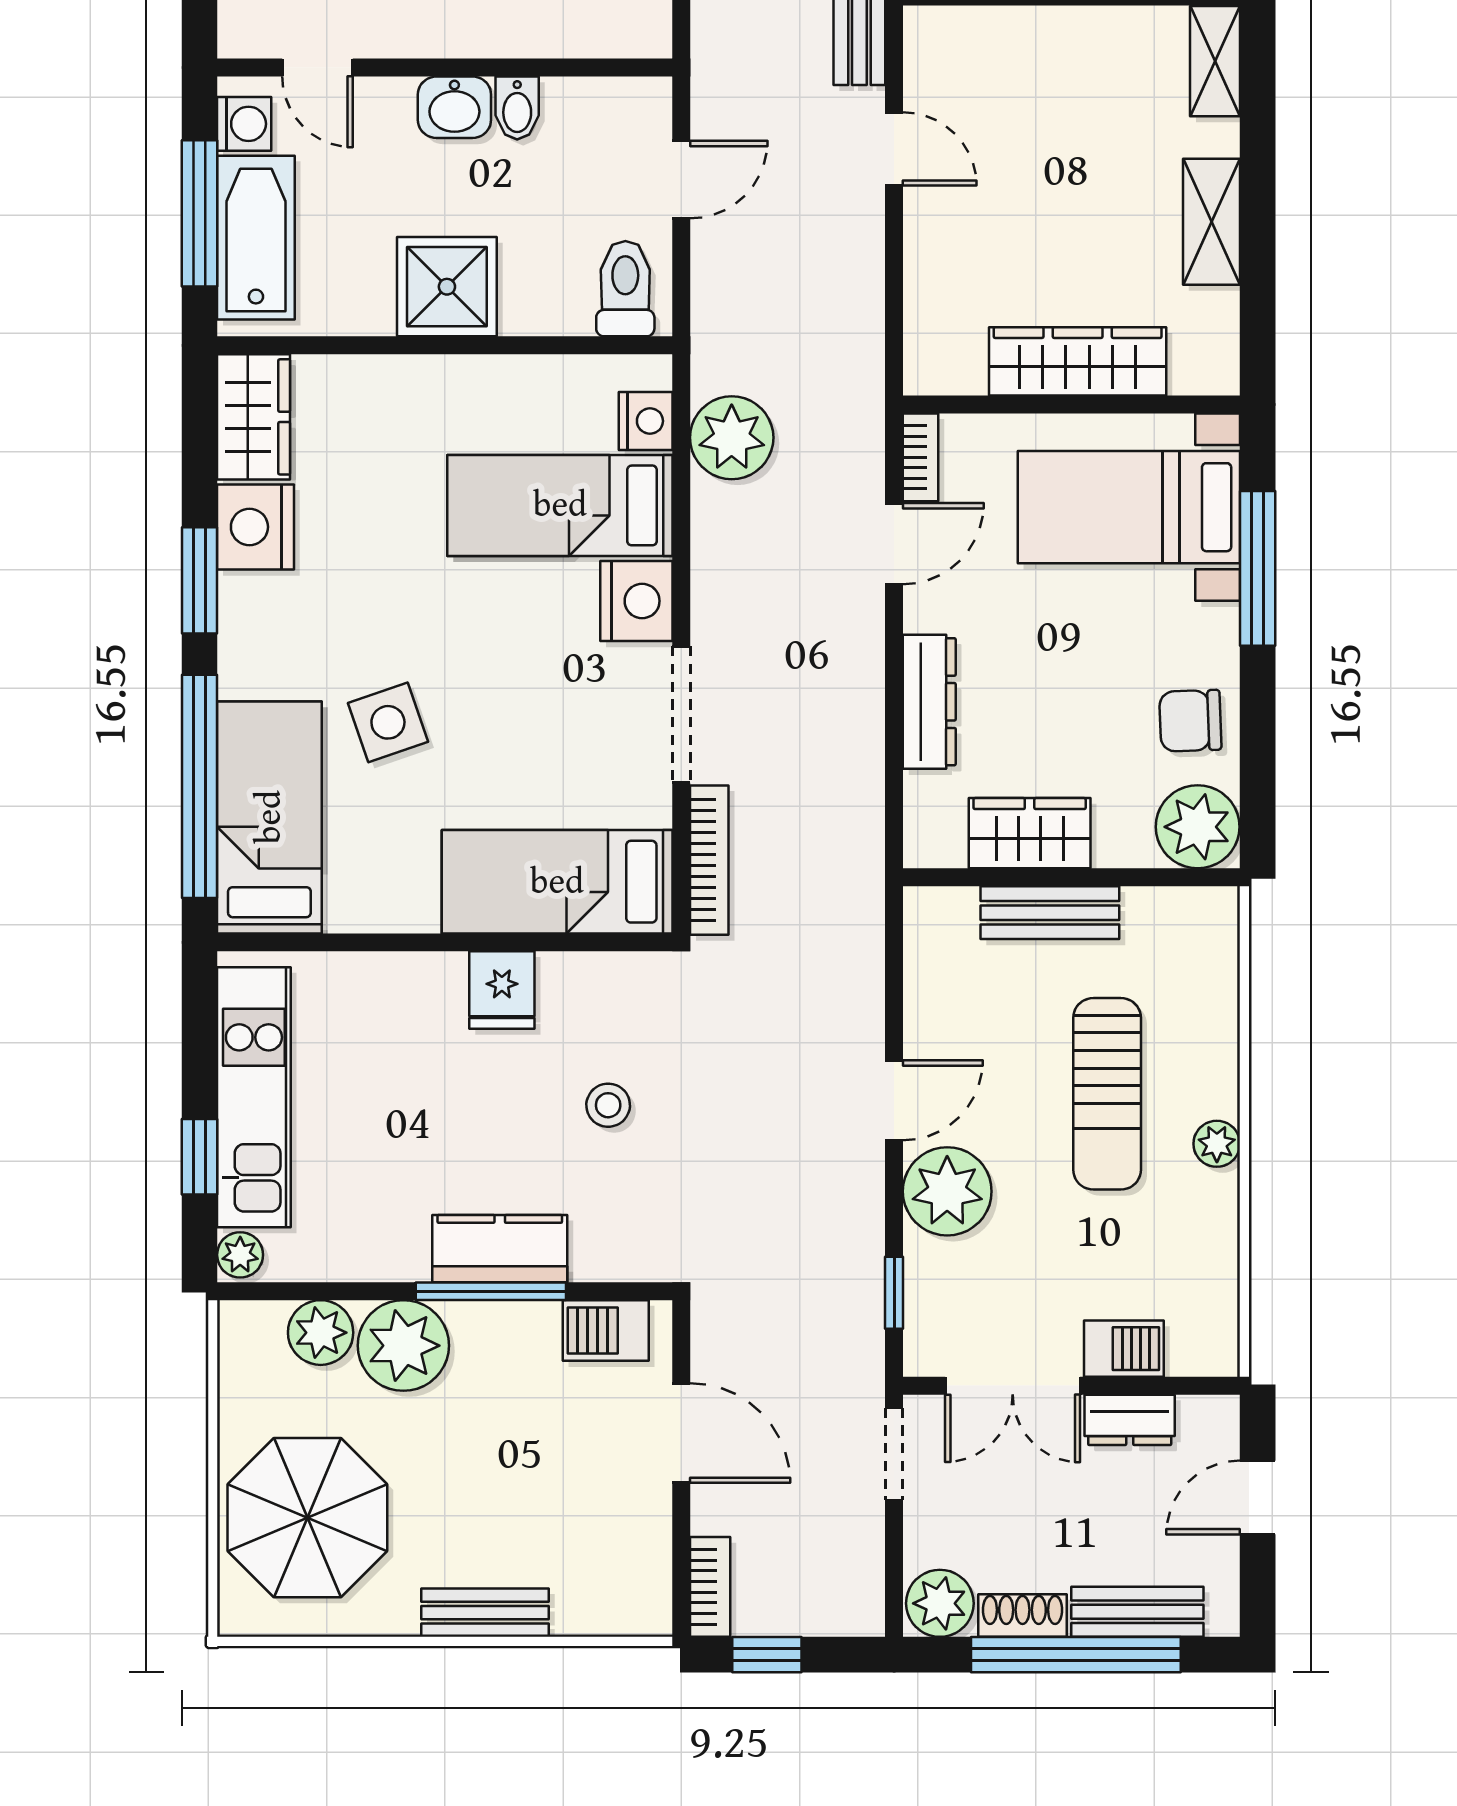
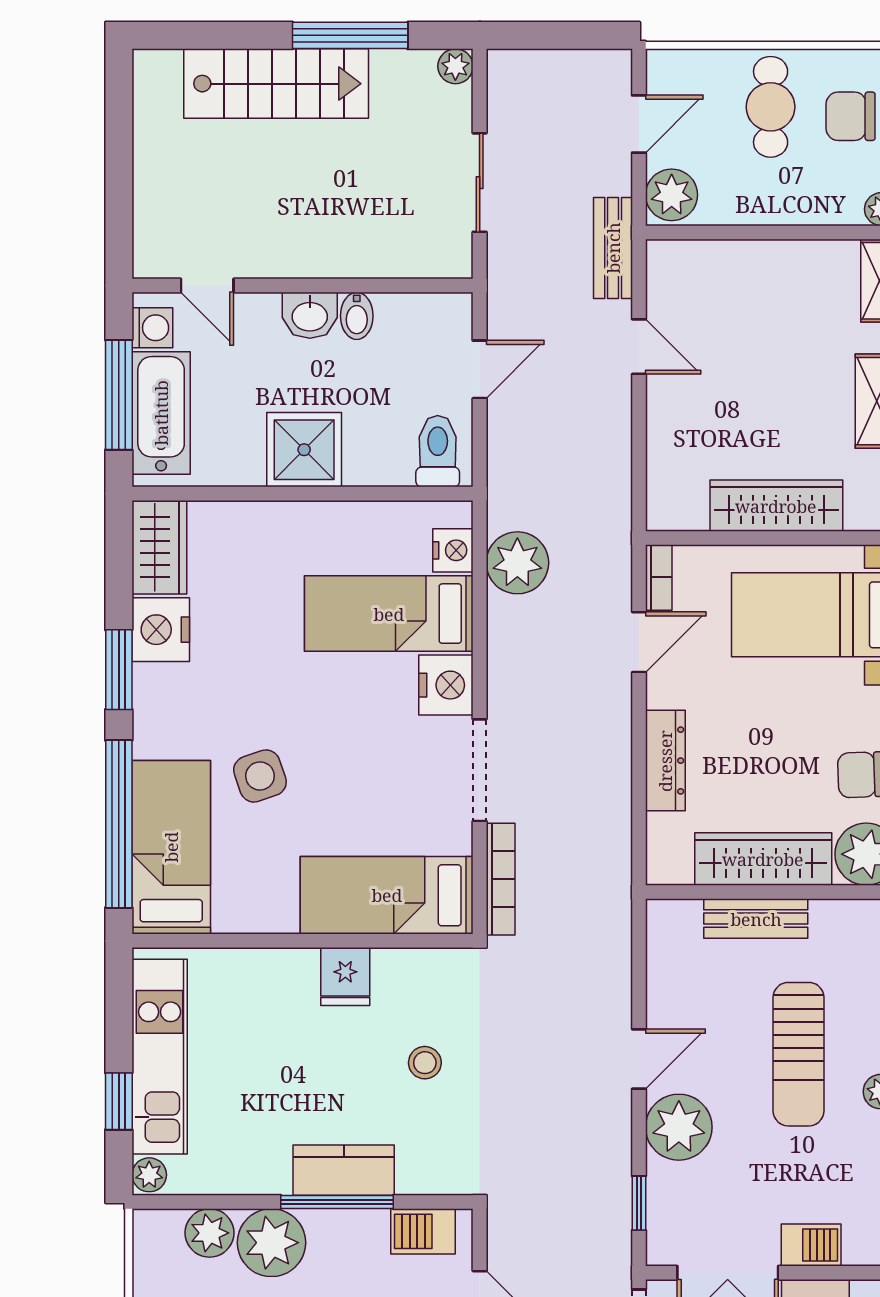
wardrobe: (1030, 833) -> (763, 859), width x1.50

